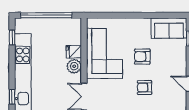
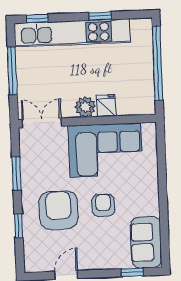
window: (12, 37) -> (100, 16), moved
armchair: (145, 87) -> (58, 210), width x1.88, depth x1.88

